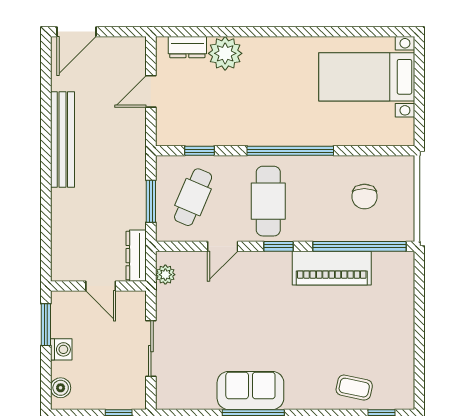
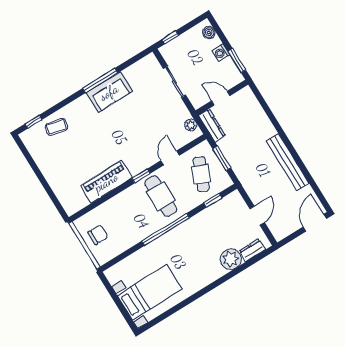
chair: (364, 196) -> (98, 235), moved, turned 90
window: (360, 246) -> (99, 202), removed

